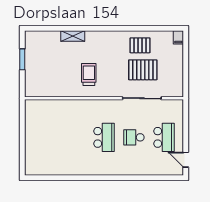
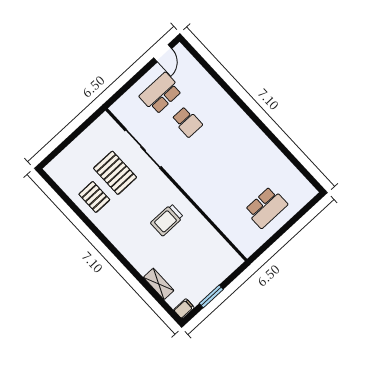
shelving: (73, 36) -> (159, 284), moved
filing cabinet: (178, 37) -> (184, 309), moved
school desk: (104, 137) -> (266, 207), moved, turned 180

